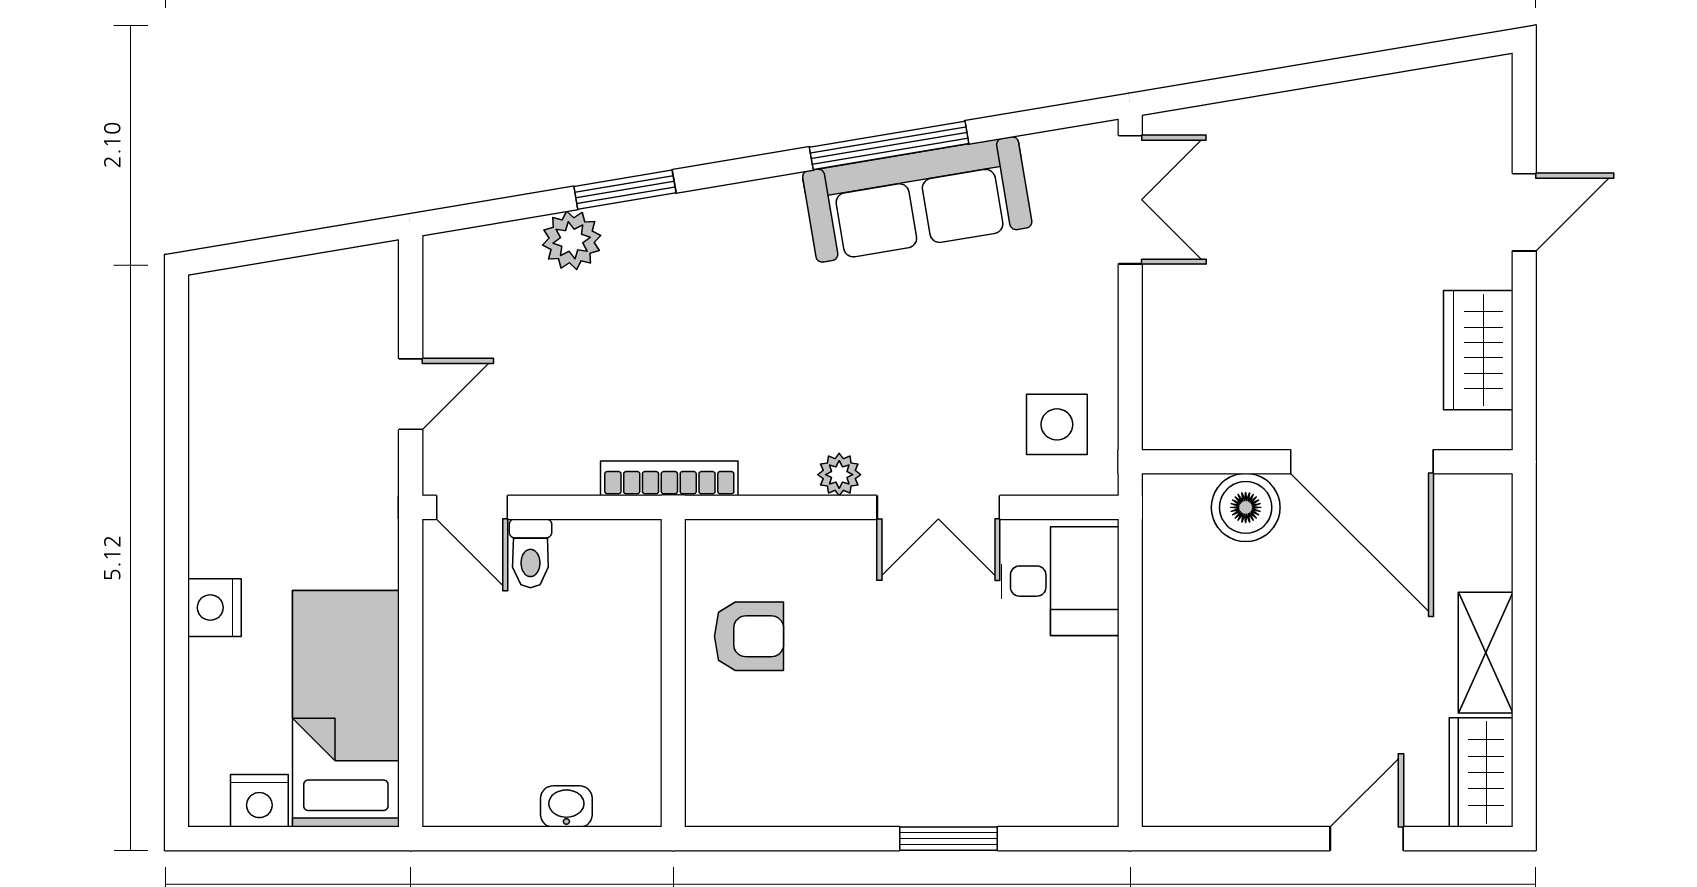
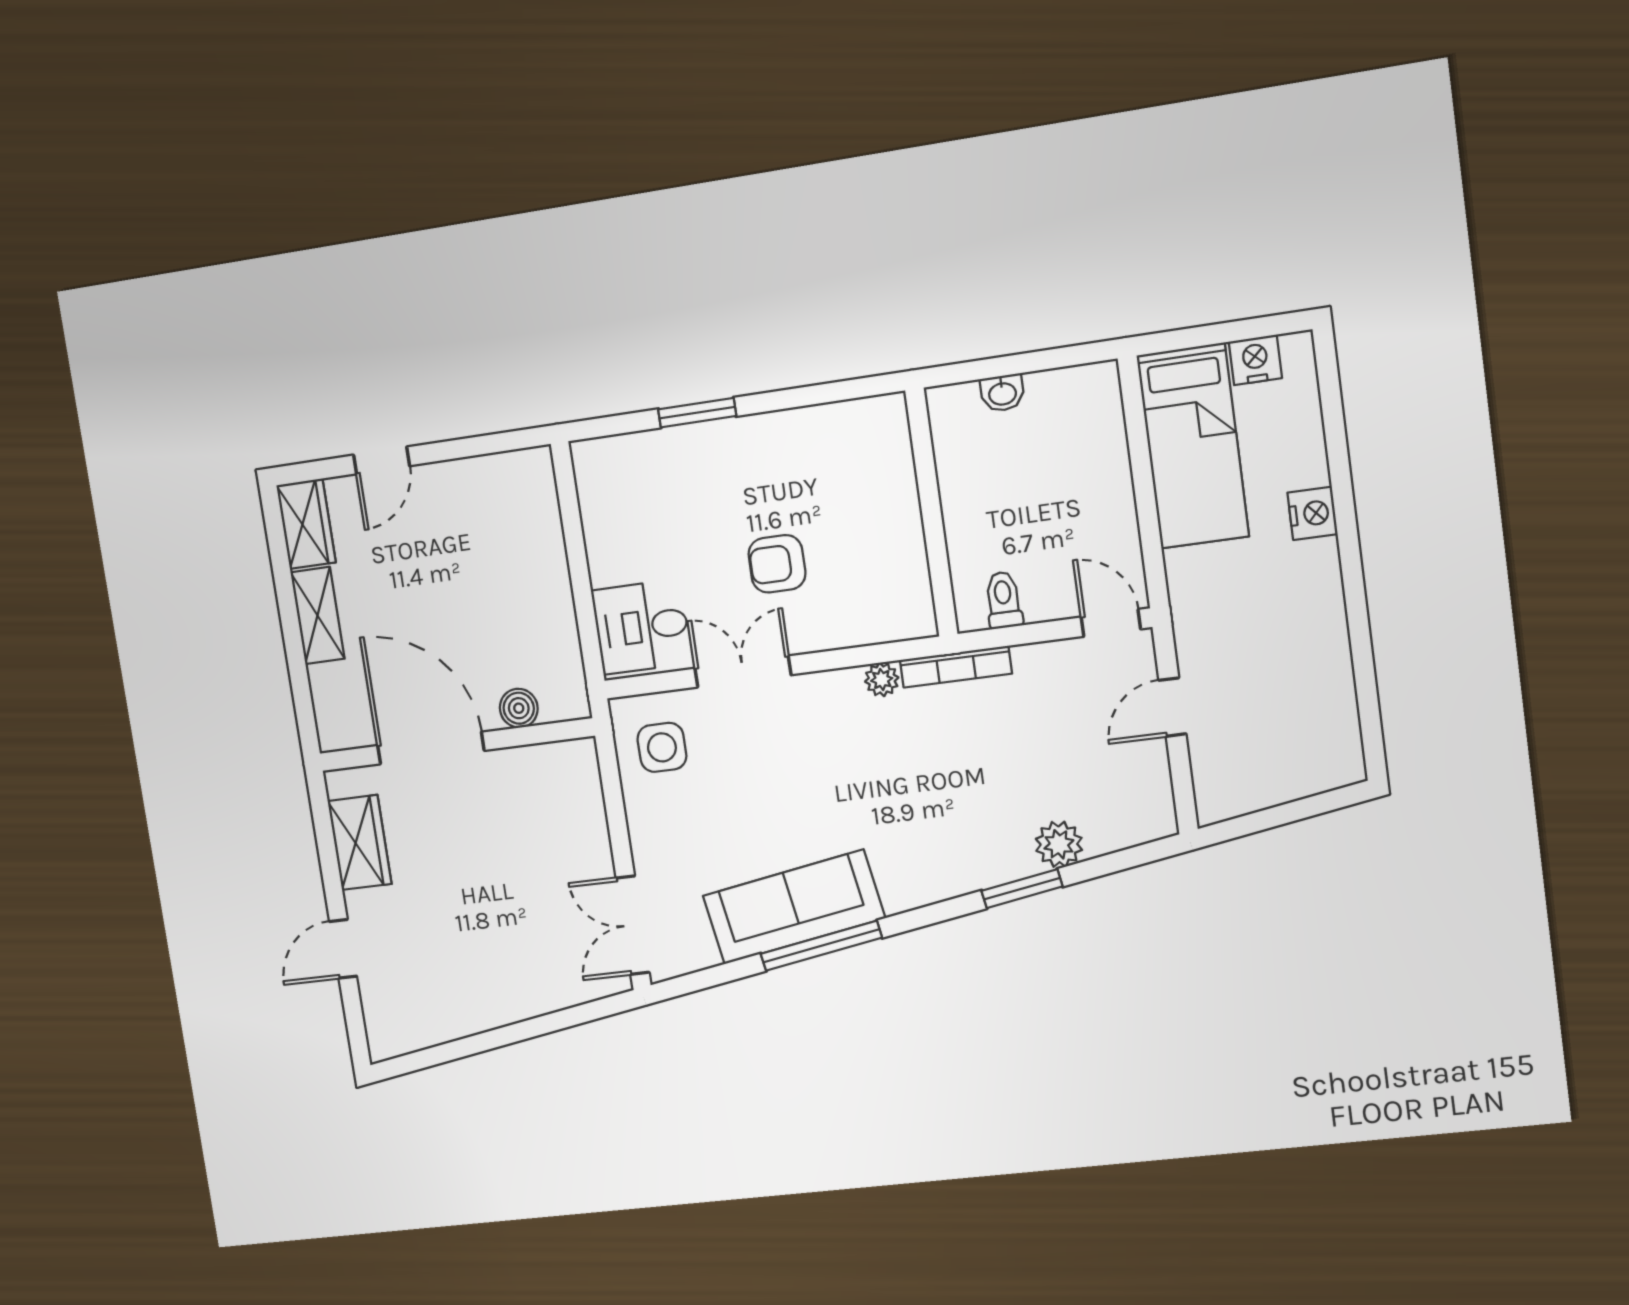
plant: (839, 475) -> (882, 680), moved
boiler: (1246, 507) -> (519, 708), width x0.73, depth x0.73
toilet: (530, 553) -> (1004, 600), moved
armchair: (749, 636) -> (777, 564), moved

